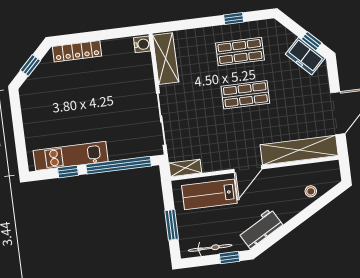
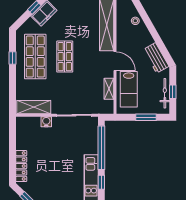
water cooler: (142, 44) -> (46, 122), moved
shop shelf: (240, 52) -> (35, 57), width x1.43, depth x1.36
shelving: (185, 168) -> (109, 89), moved
window: (230, 257) -> (173, 92), moved

